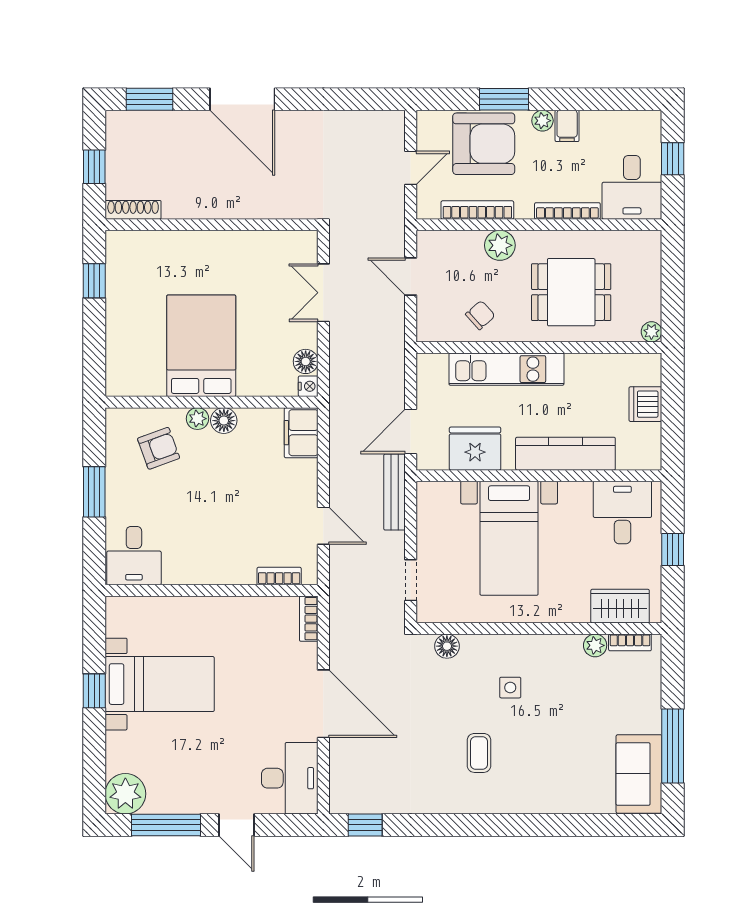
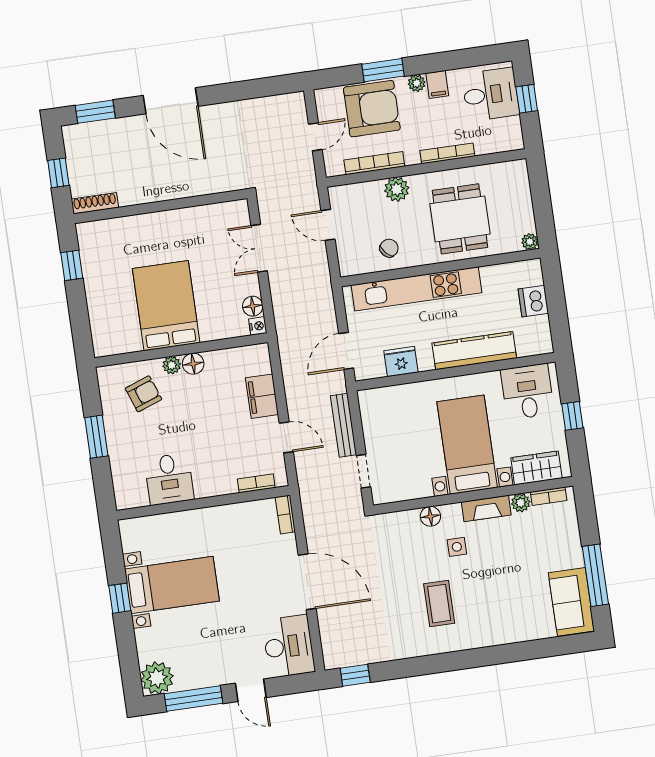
desk: (632, 187) -> (491, 94), moved, turned -90
dining table: (571, 292) -> (460, 219), turned 90
kitchen unit: (506, 369) -> (417, 289), width x1.36
filing cabinet: (301, 433) -> (262, 396), moved
fridge: (475, 449) -> (401, 362), width x0.73, depth x0.75
bench: (395, 492) -> (343, 425), moved
bed with nightstands: (509, 538) -> (467, 445), moved, turned 180
desk: (134, 556) -> (169, 479), moved
floor lamp: (447, 646) -> (430, 516), moved
fireplace: (552, 646) -> (486, 508), added
coffee table: (479, 753) -> (439, 604), width x1.36, depth x1.30

